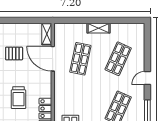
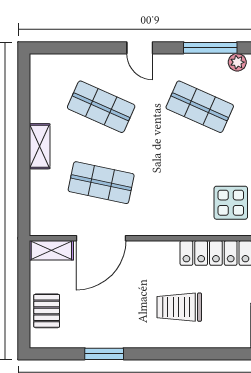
pallet: (14, 54) -> (47, 311), moved
trolley: (18, 98) -> (179, 307), turned 180

